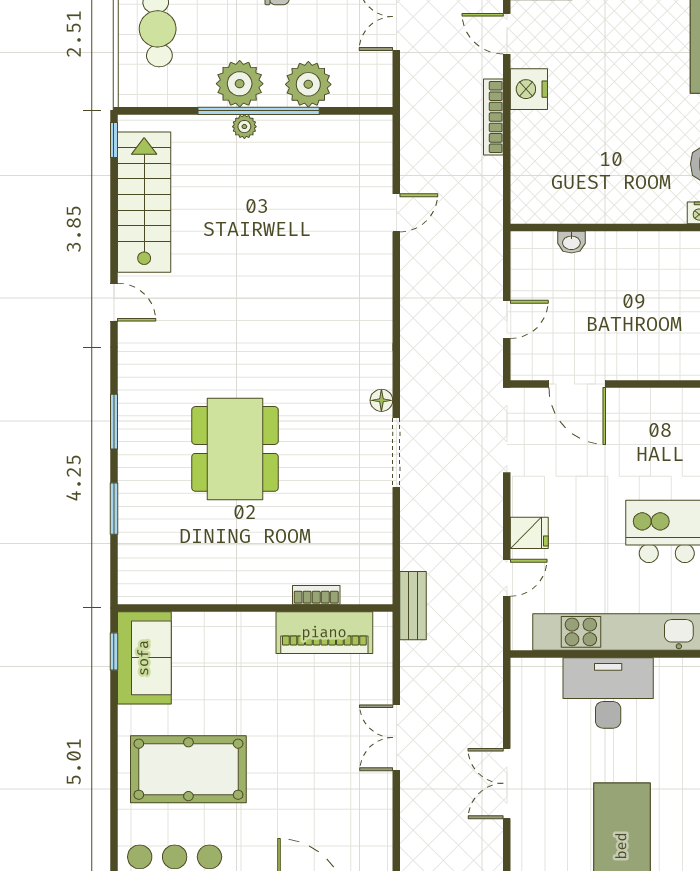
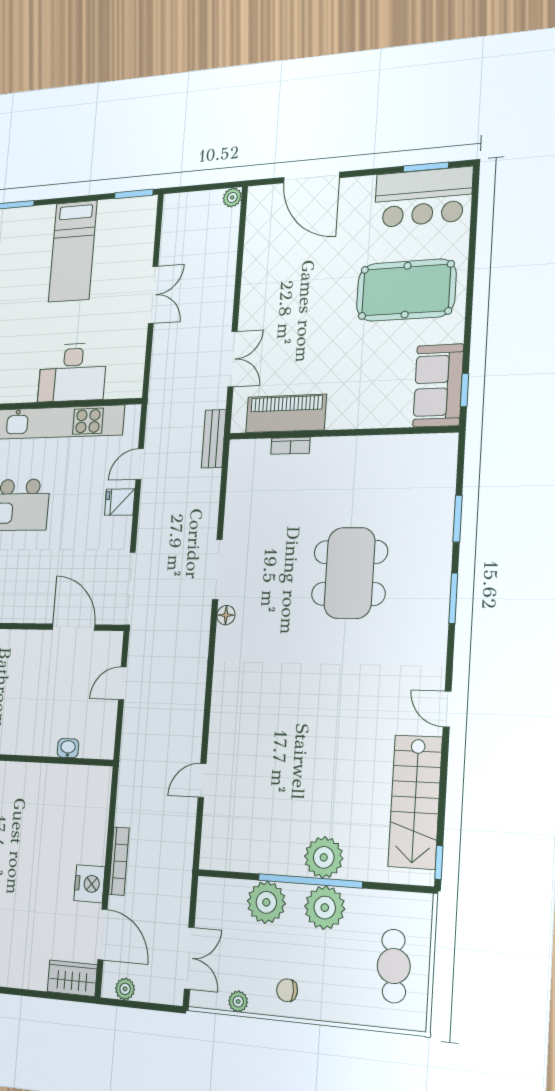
door: (507, 34) -> (103, 935), width x1.38
plant: (244, 127) -> (324, 857), width x1.87, depth x1.87
double door: (396, 738) -> (233, 359), moved

